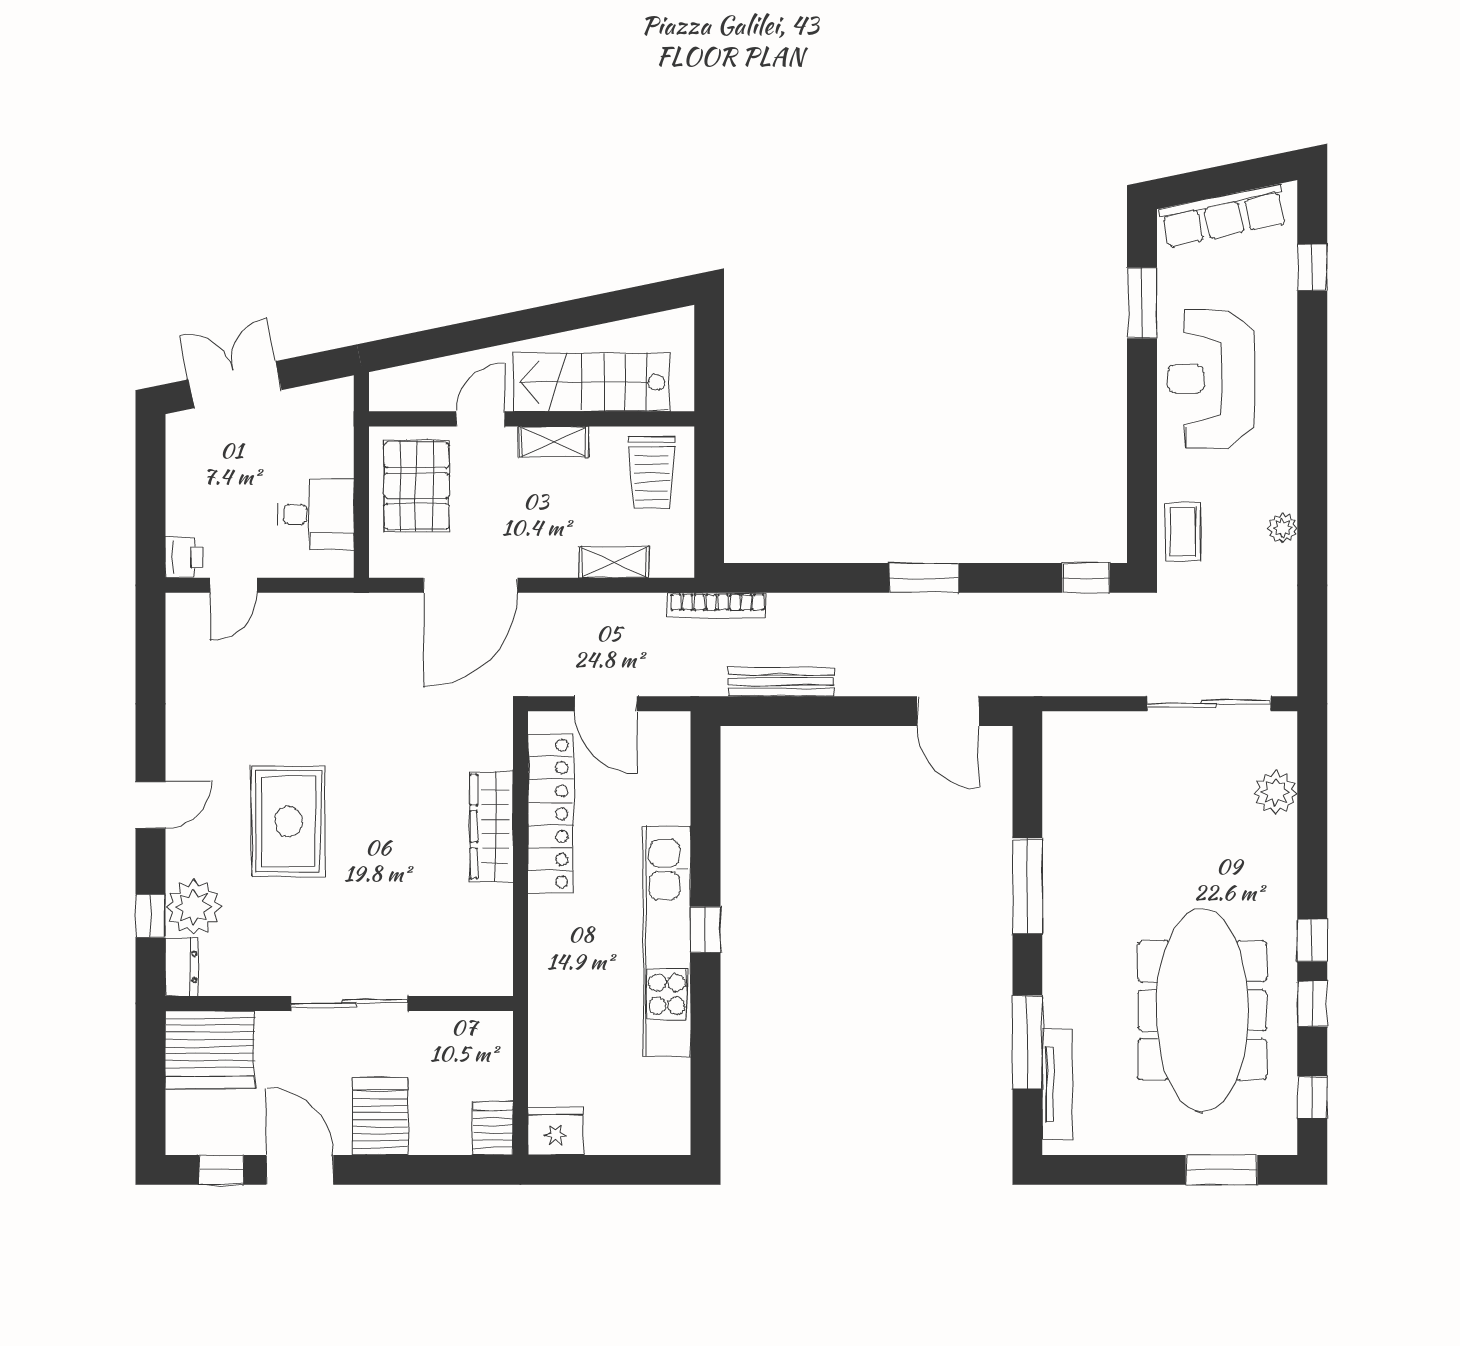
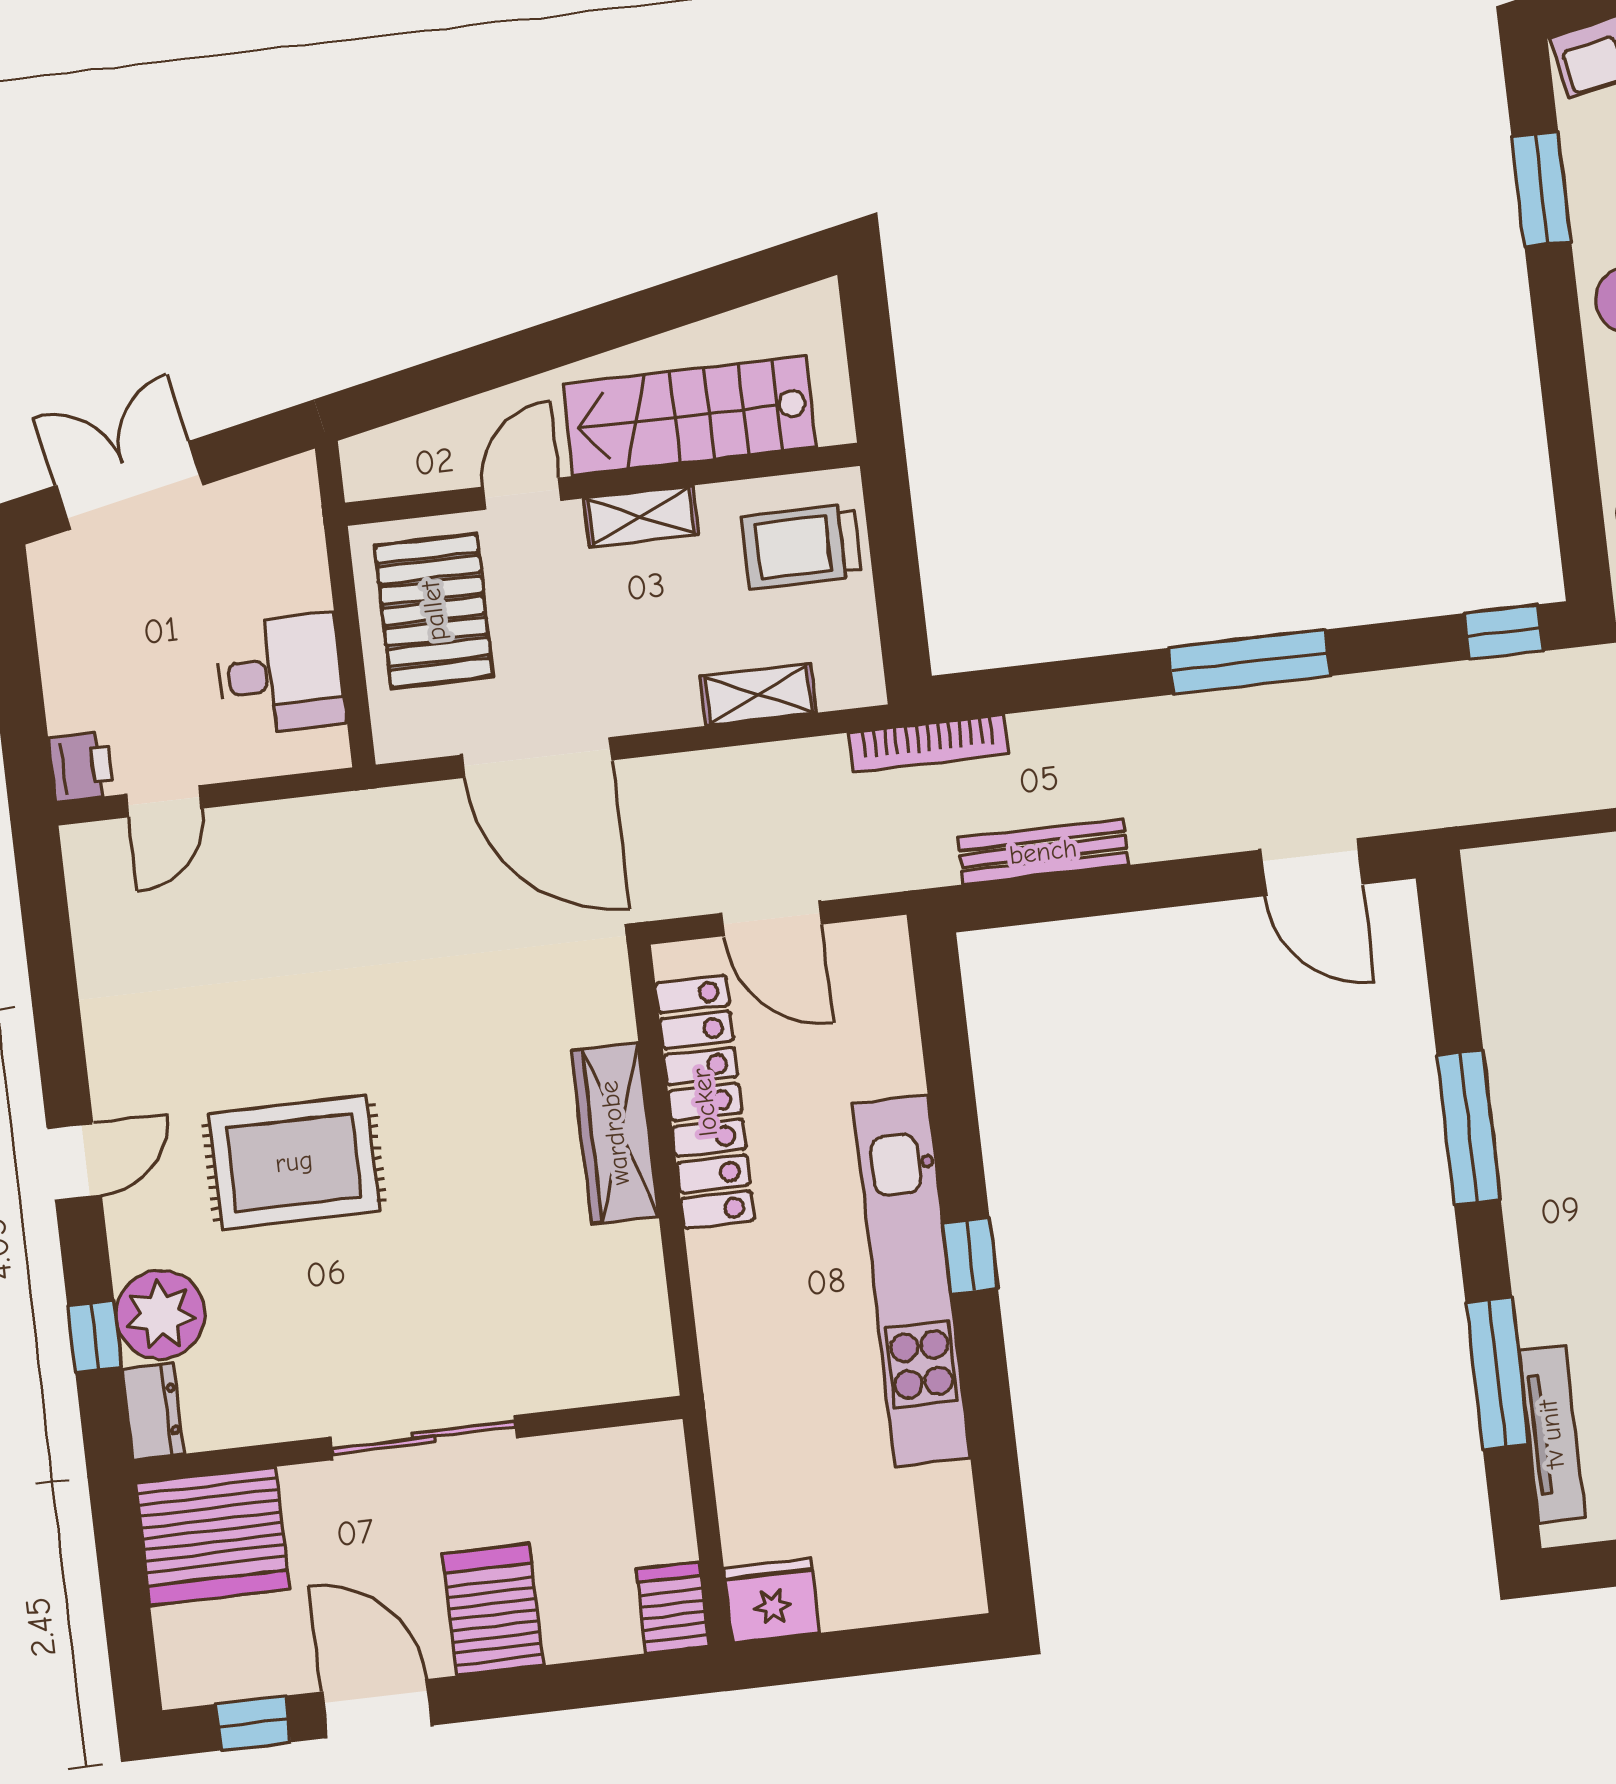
trolley: (652, 472) -> (801, 546), turned 90
window: (924, 578) -> (1249, 662), width x1.44
door: (471, 585) -> (537, 757), hinge flipped
rug: (288, 821) -> (294, 1162), turned 90

